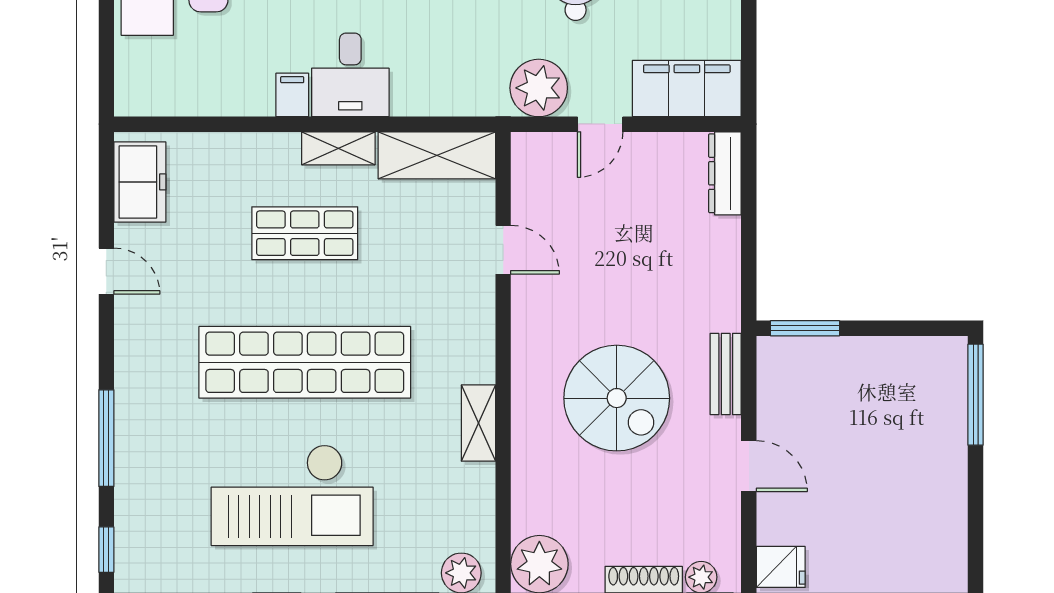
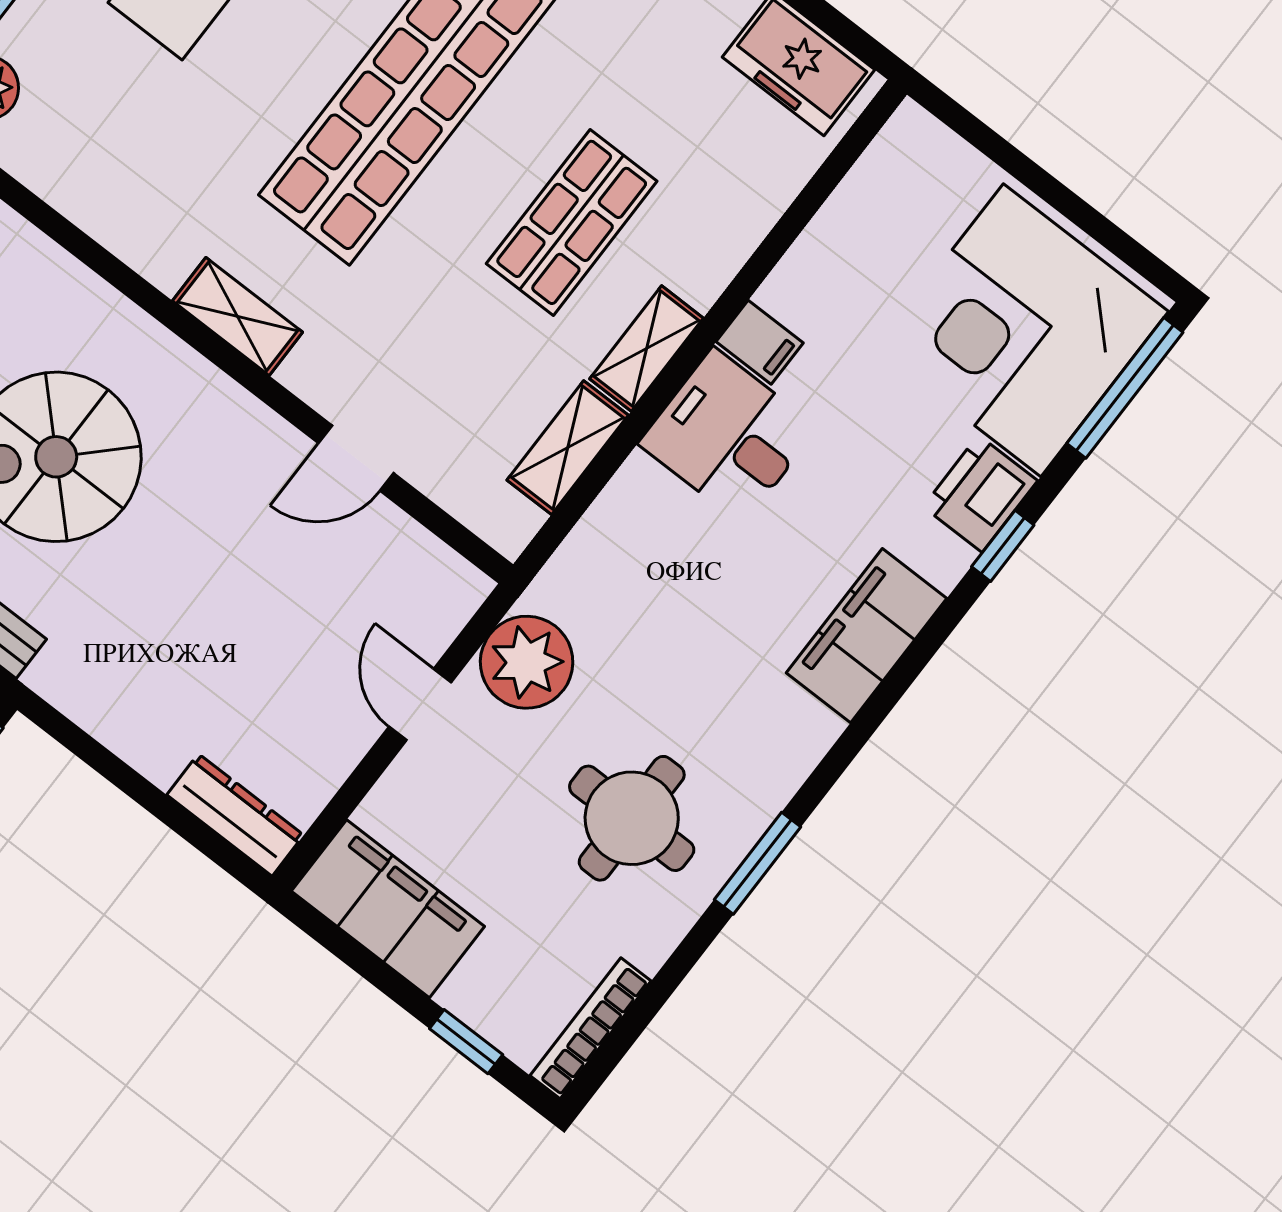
filing cabinet: (687, 88) -> (388, 909), moved, turned -90
shelving: (437, 155) -> (568, 448), width x0.67, depth x0.75
shelving: (478, 423) -> (238, 317), moved

